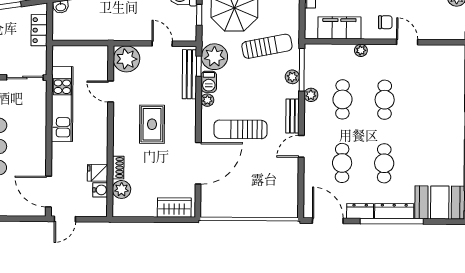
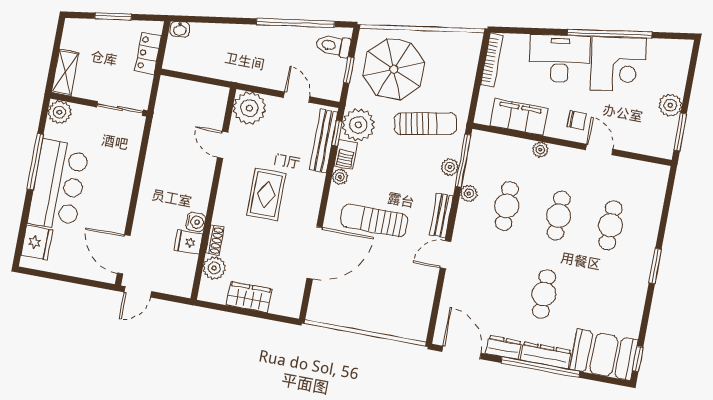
kitchen unit: (62, 104) -> (160, 149), removed
cafe table: (342, 163) -> (610, 225), moved
water cooler: (100, 190) -> (196, 222), moved
wardrobe: (174, 208) -> (249, 297), moved

